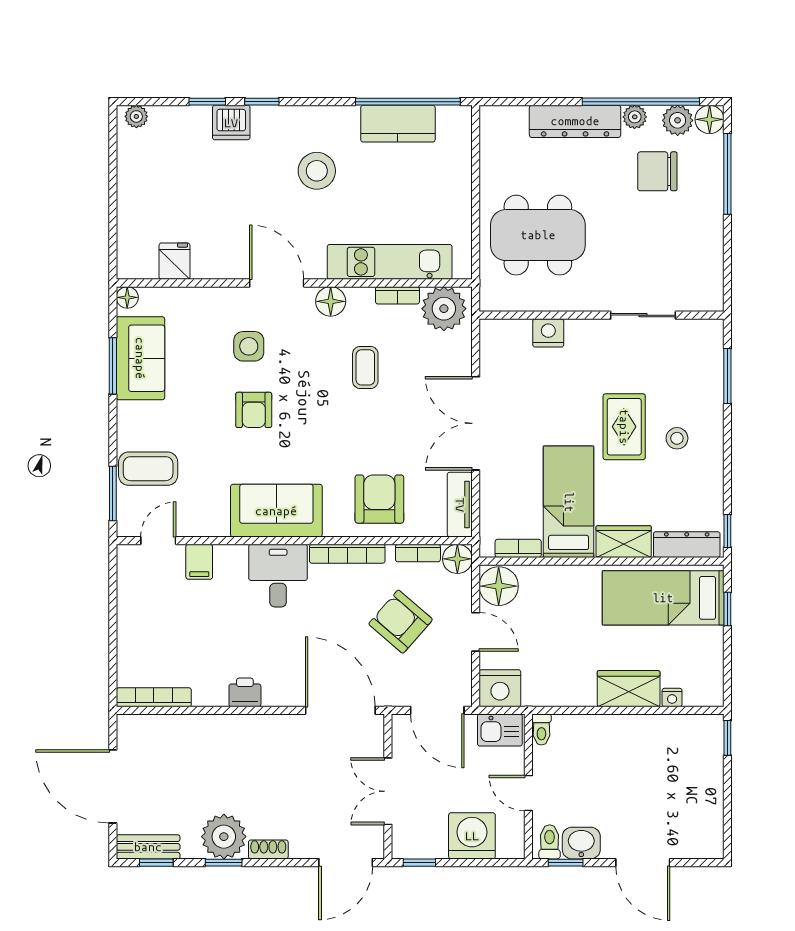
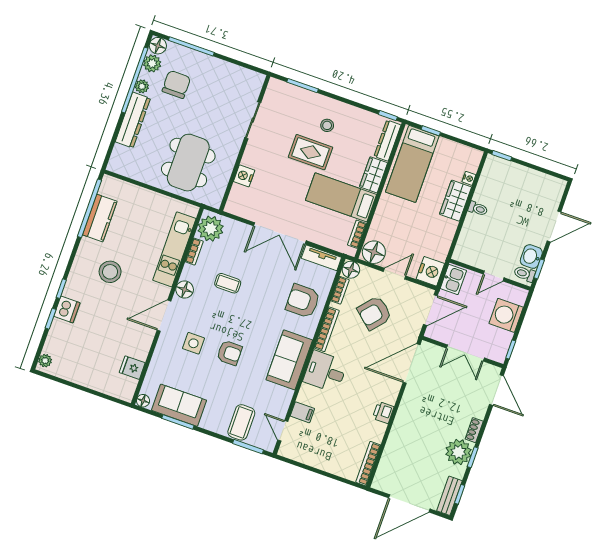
chair: (657, 171) -> (176, 84), turned 180
toilet: (541, 729) -> (478, 209), moved

